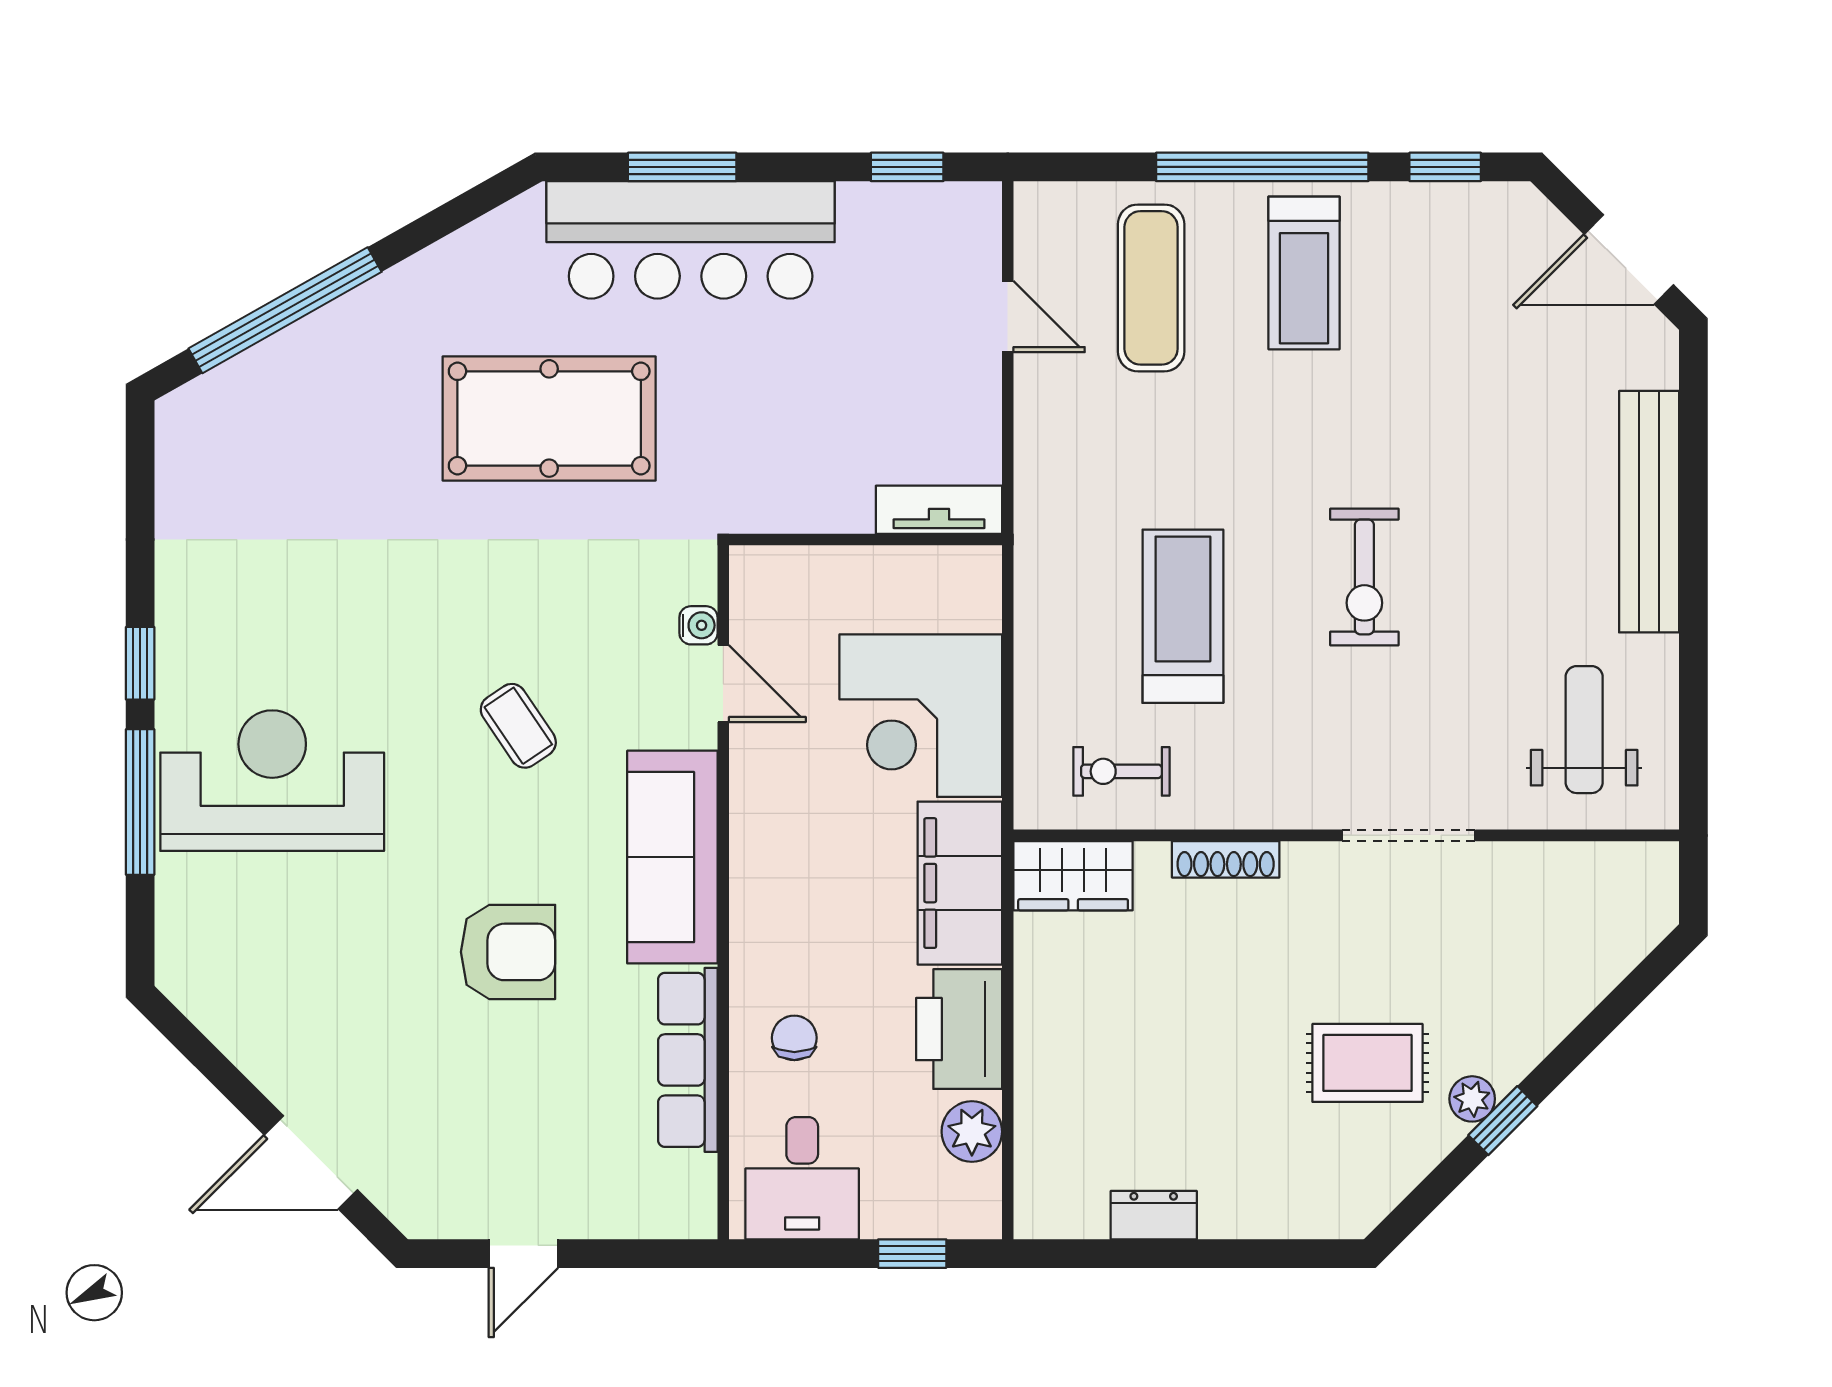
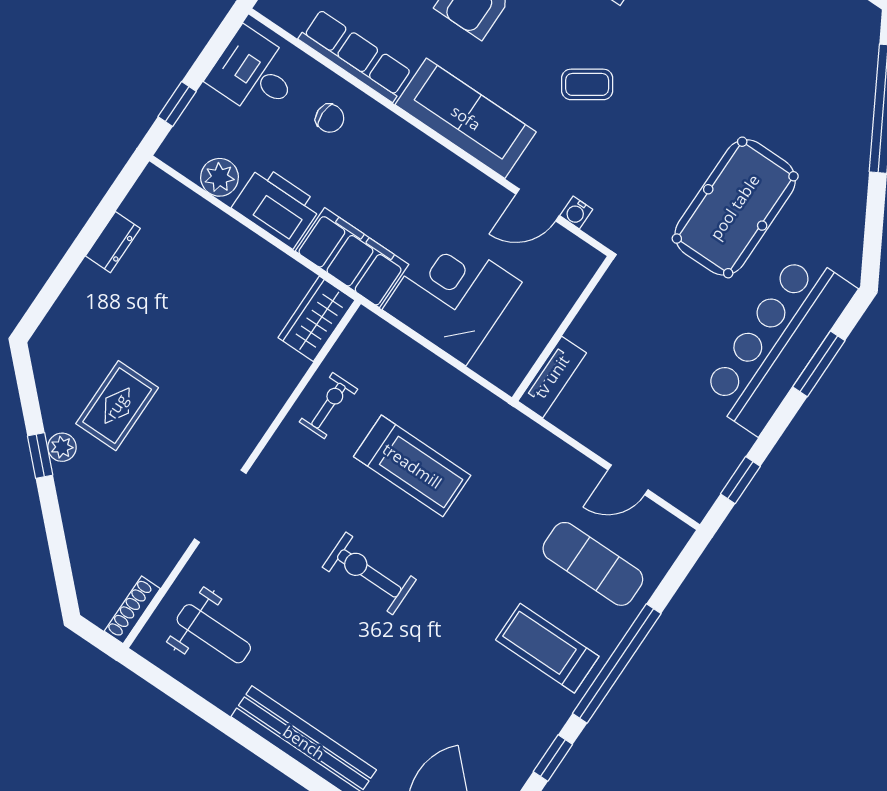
exercise bike: (1121, 771) -> (328, 406), moved
shoe rack: (1226, 859) -> (132, 610), moved

